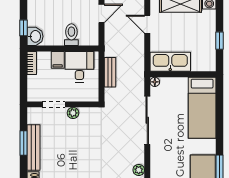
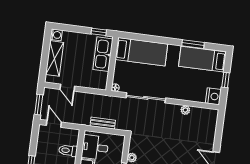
door: (147, 24) -> (67, 88), hinge flipped
window: (219, 41) -> (99, 32), moved
kitchen sink: (170, 62) -> (103, 54), moved

